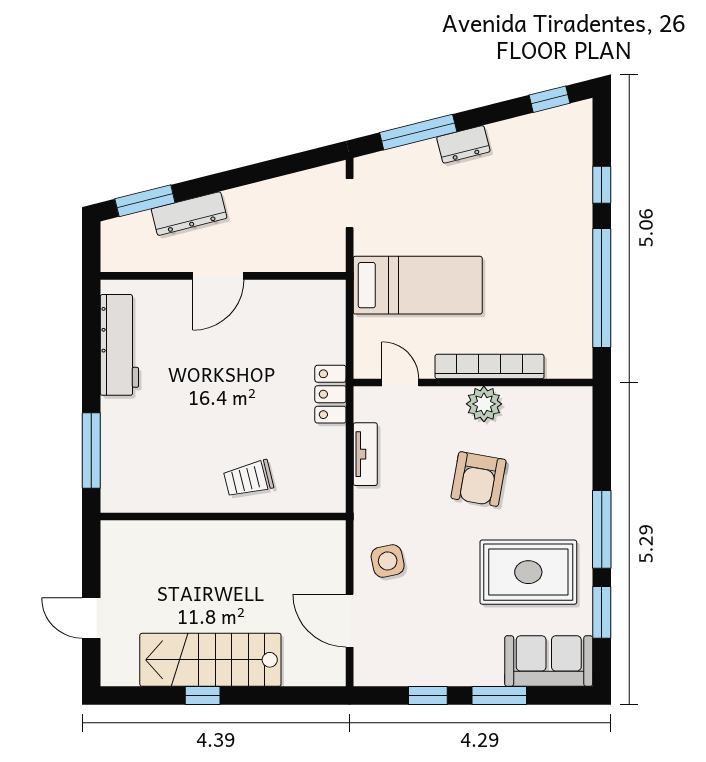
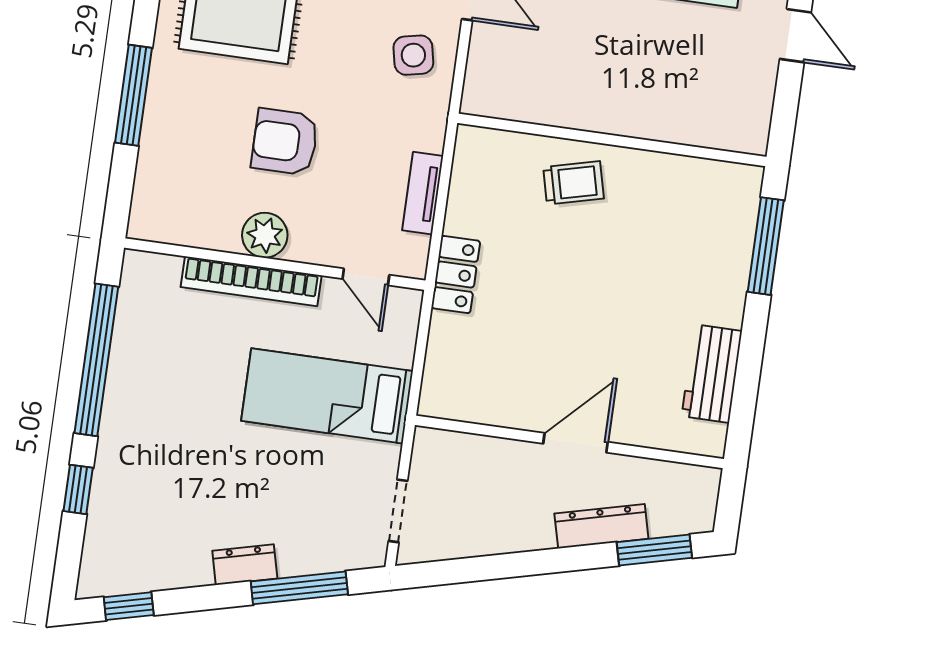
workbench: (119, 345) -> (712, 374), width x0.73
armchair: (479, 479) -> (285, 142), turned -100
window: (602, 529) -> (134, 95), moved

